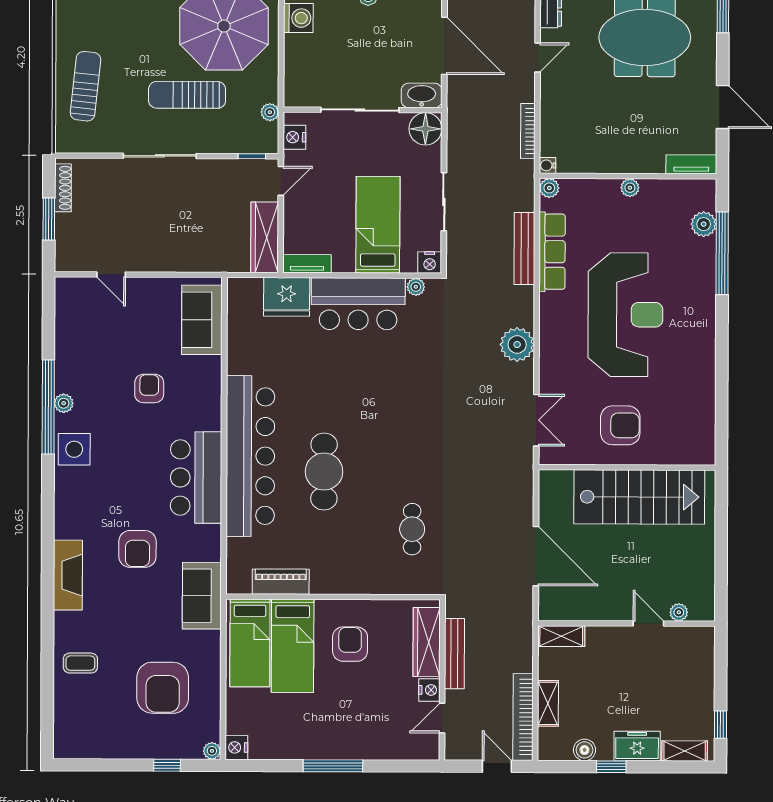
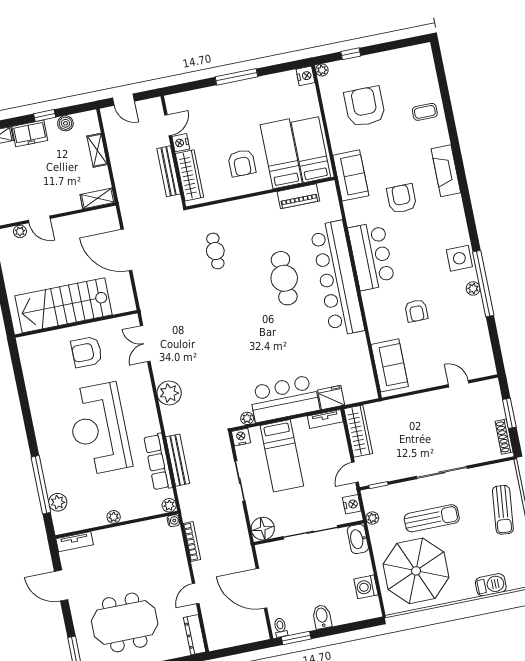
washbasin: (422, 95) -> (358, 539), moved, turned 90
fridge: (287, 297) -> (331, 397), width x0.73, depth x0.75
bookcase: (523, 717) -> (112, 137), removed

